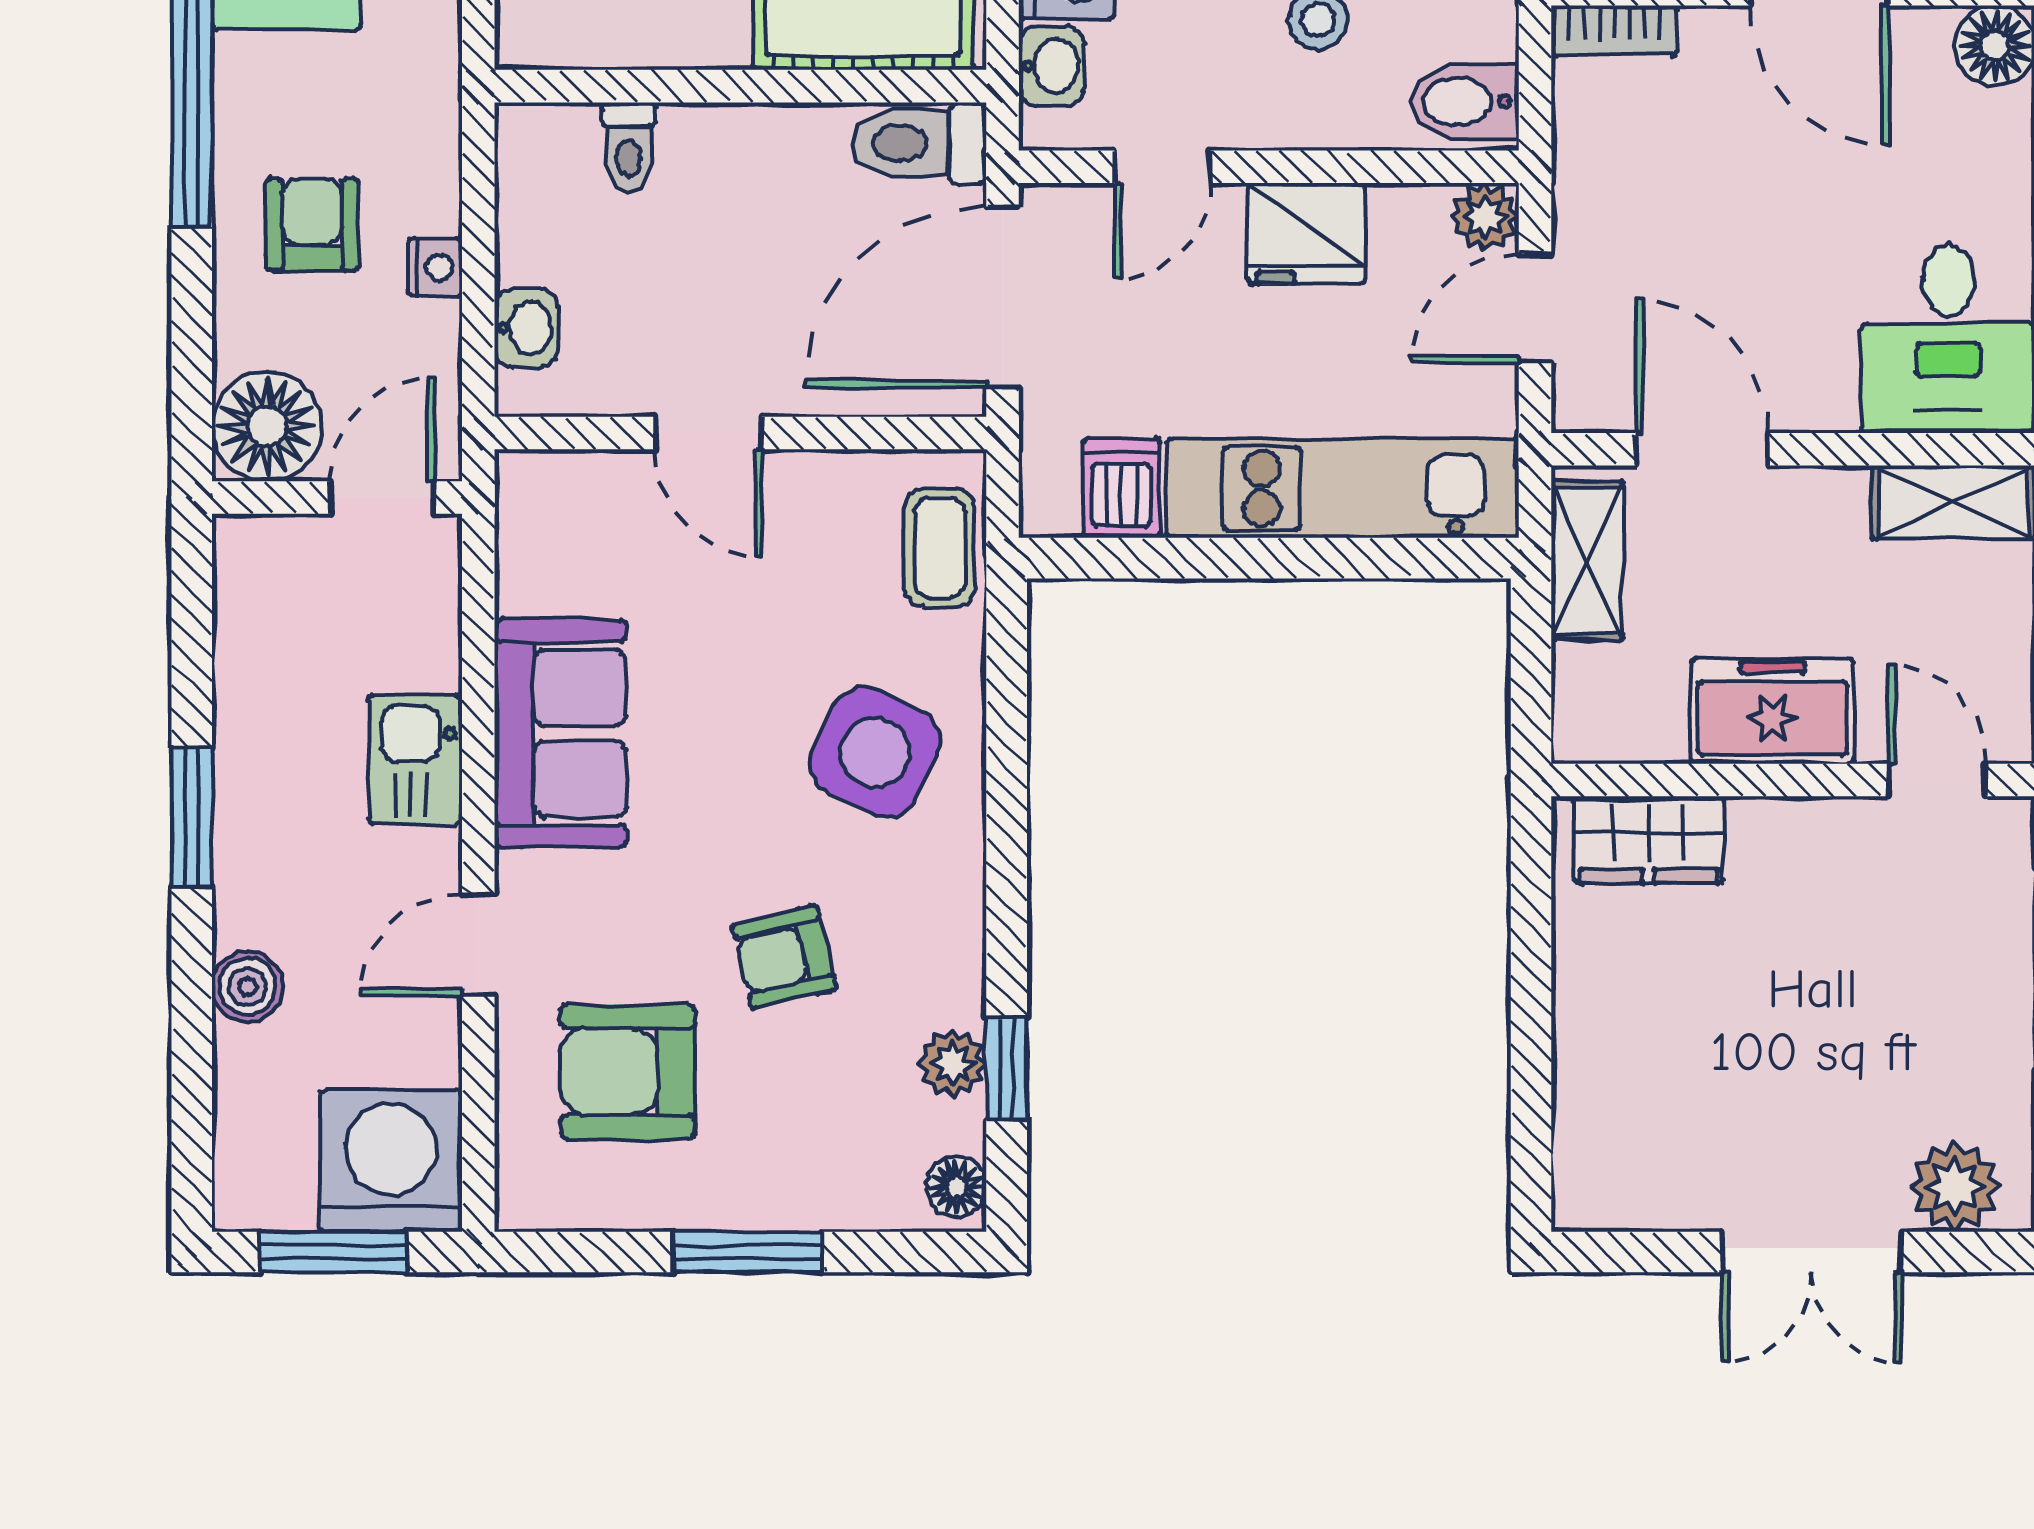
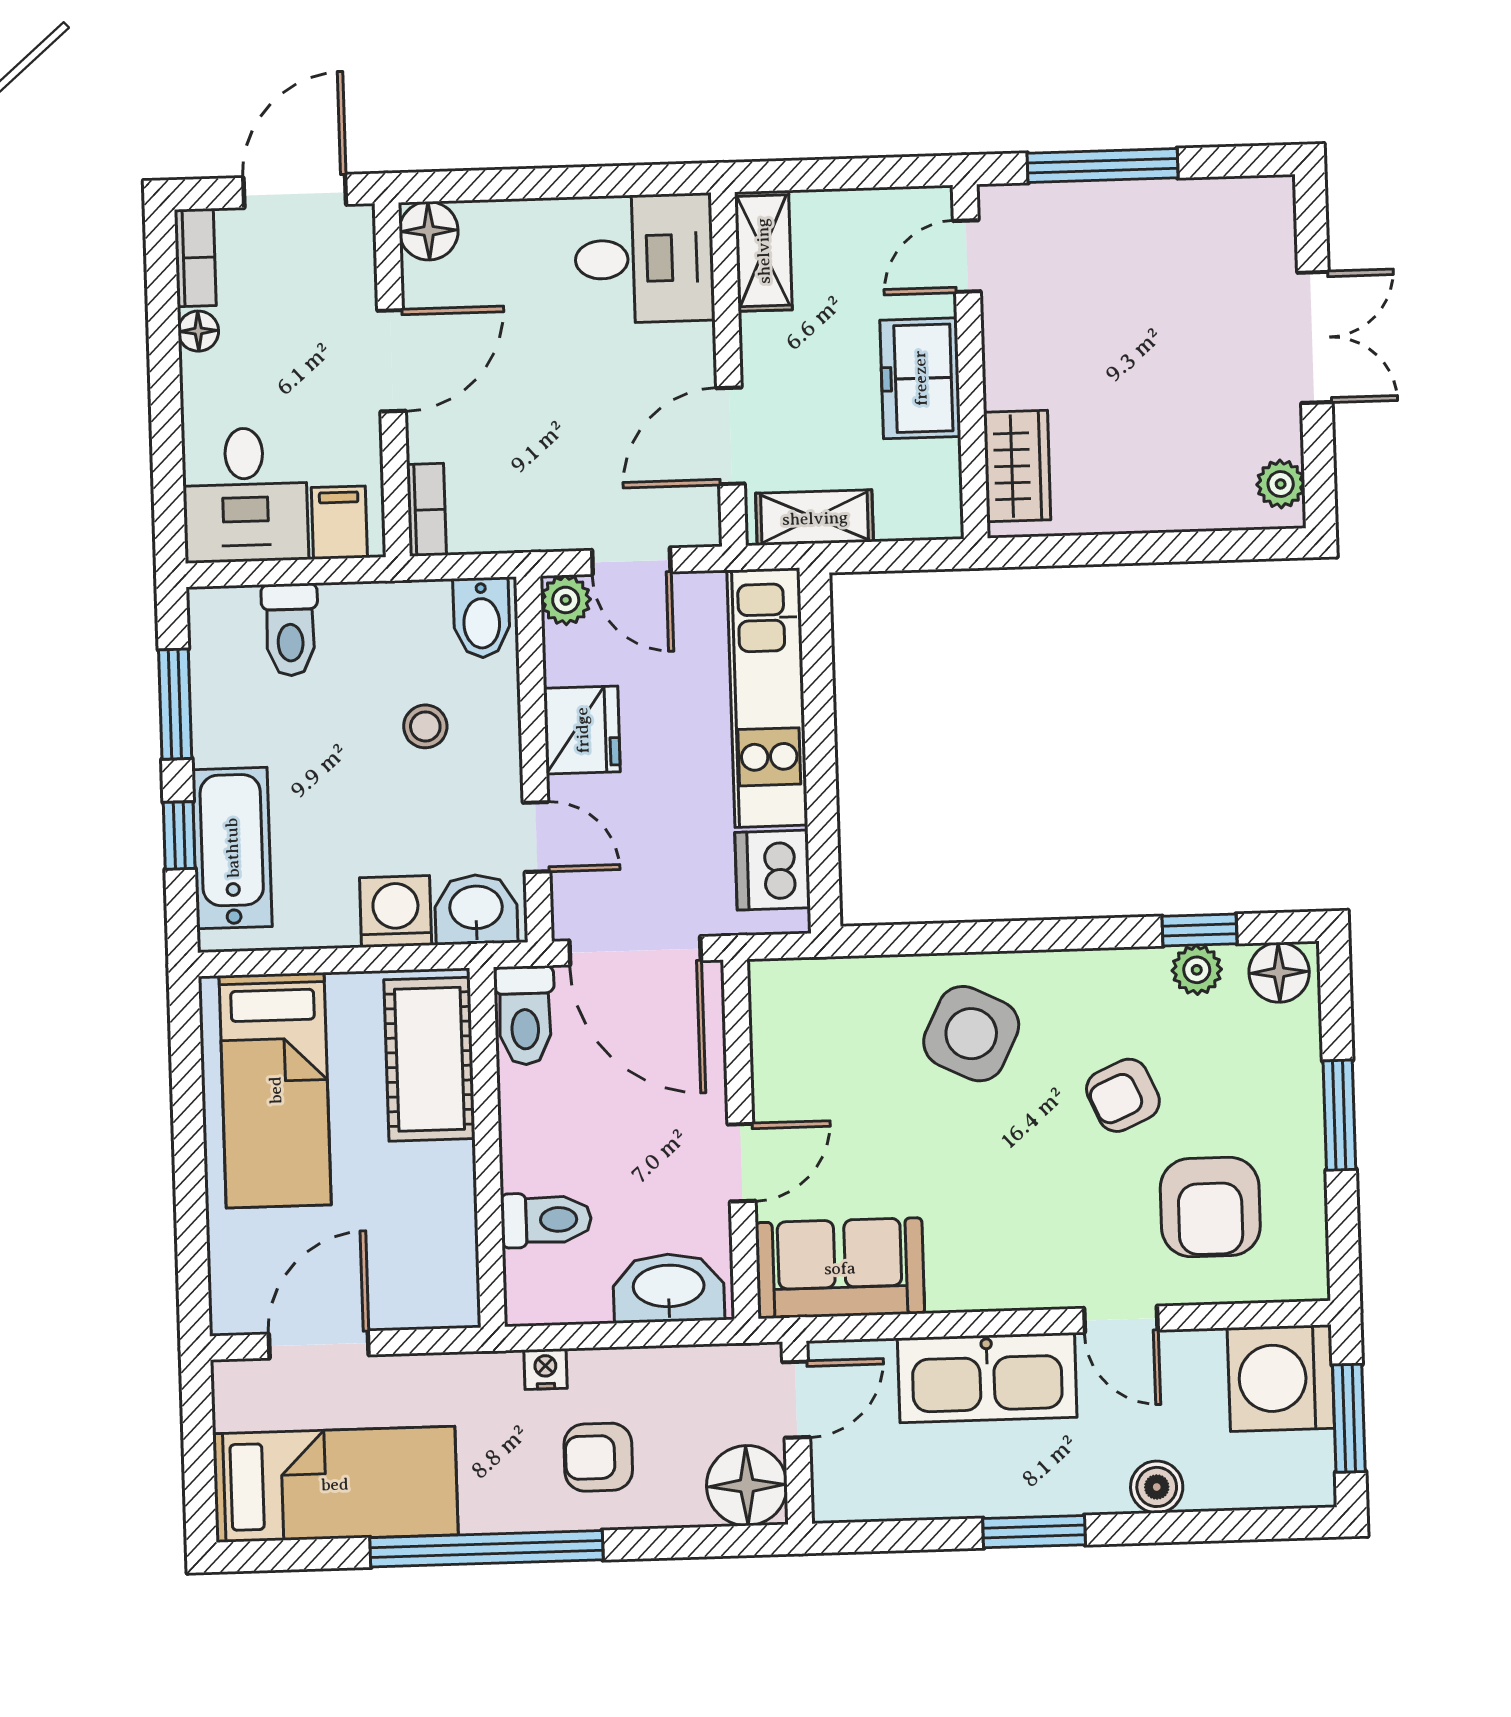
washbasin: (1051, 66) -> (476, 909), width x1.38, depth x1.45
toilet: (629, 146) -> (546, 1220), width x1.37, depth x1.39
nightstand: (435, 267) -> (545, 1369), moved
washbasin: (526, 328) -> (669, 1288), width x1.91, depth x1.45
dishwasher: (1122, 488) -> (773, 870), width x1.38
door: (382, 498) -> (796, 1400), swing flipped
coffee table: (940, 548) -> (820, 991), removed
sofa: (560, 733) -> (840, 1268), moved
kitchen sink: (415, 760) -> (987, 1378), width x1.87, depth x1.24
armchair: (784, 957) -> (1123, 1095), turned 80
floor lamp: (956, 1187) -> (1279, 972), width x1.37, depth x1.37
plant: (1955, 1187) -> (1281, 484), moved, width x0.73, depth x0.73

